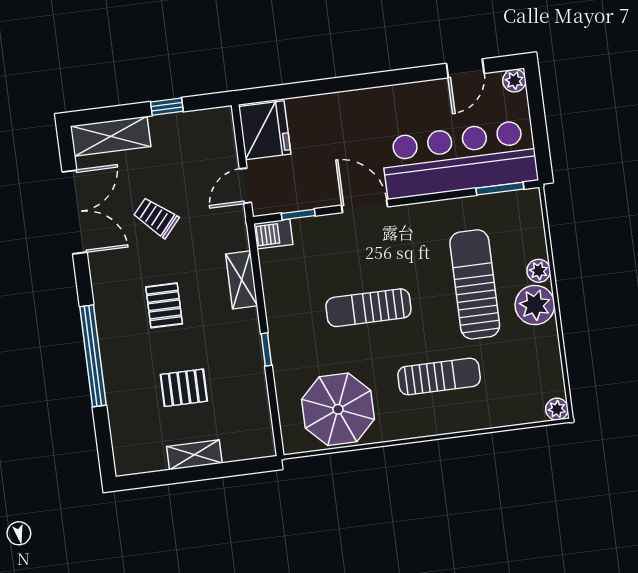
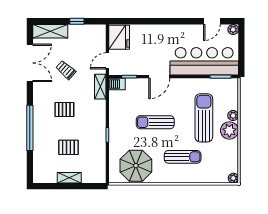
door: (365, 206) -> (159, 77), swing flipped
shelving: (242, 280) -> (100, 87), moved
pallet: (164, 305) -> (64, 109), turned 90

